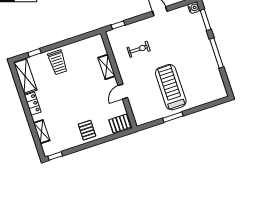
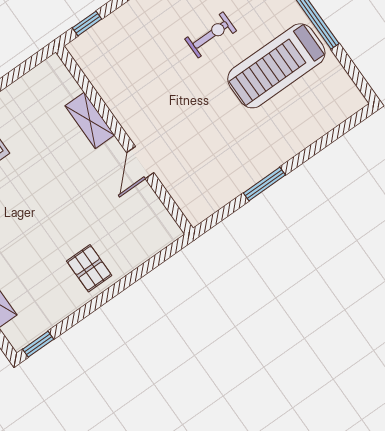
exercise bike: (139, 49) -> (211, 35), moved
treadmill: (171, 87) -> (276, 66), moved, turned -90
pallet: (120, 123) -> (155, 232), removed

